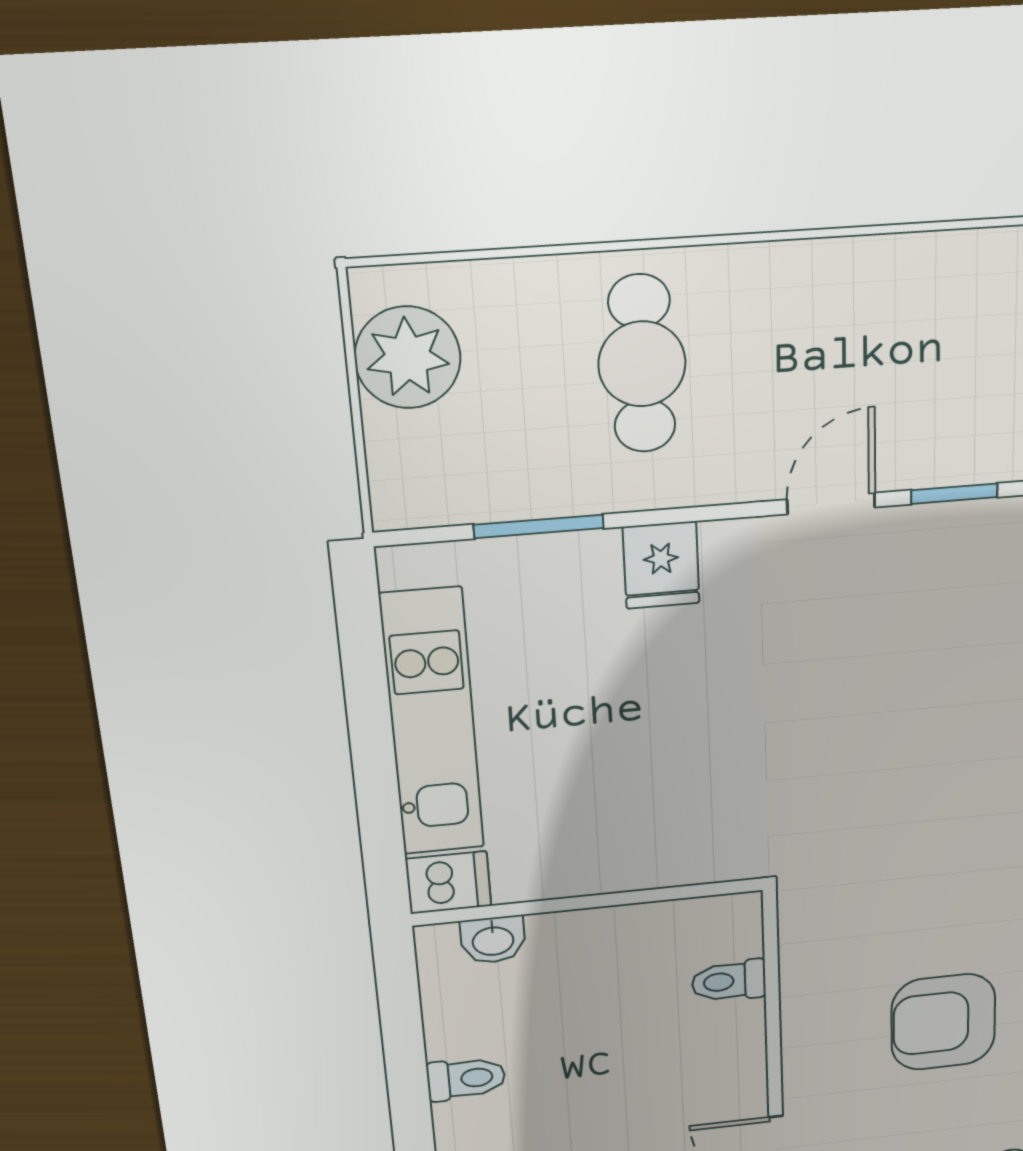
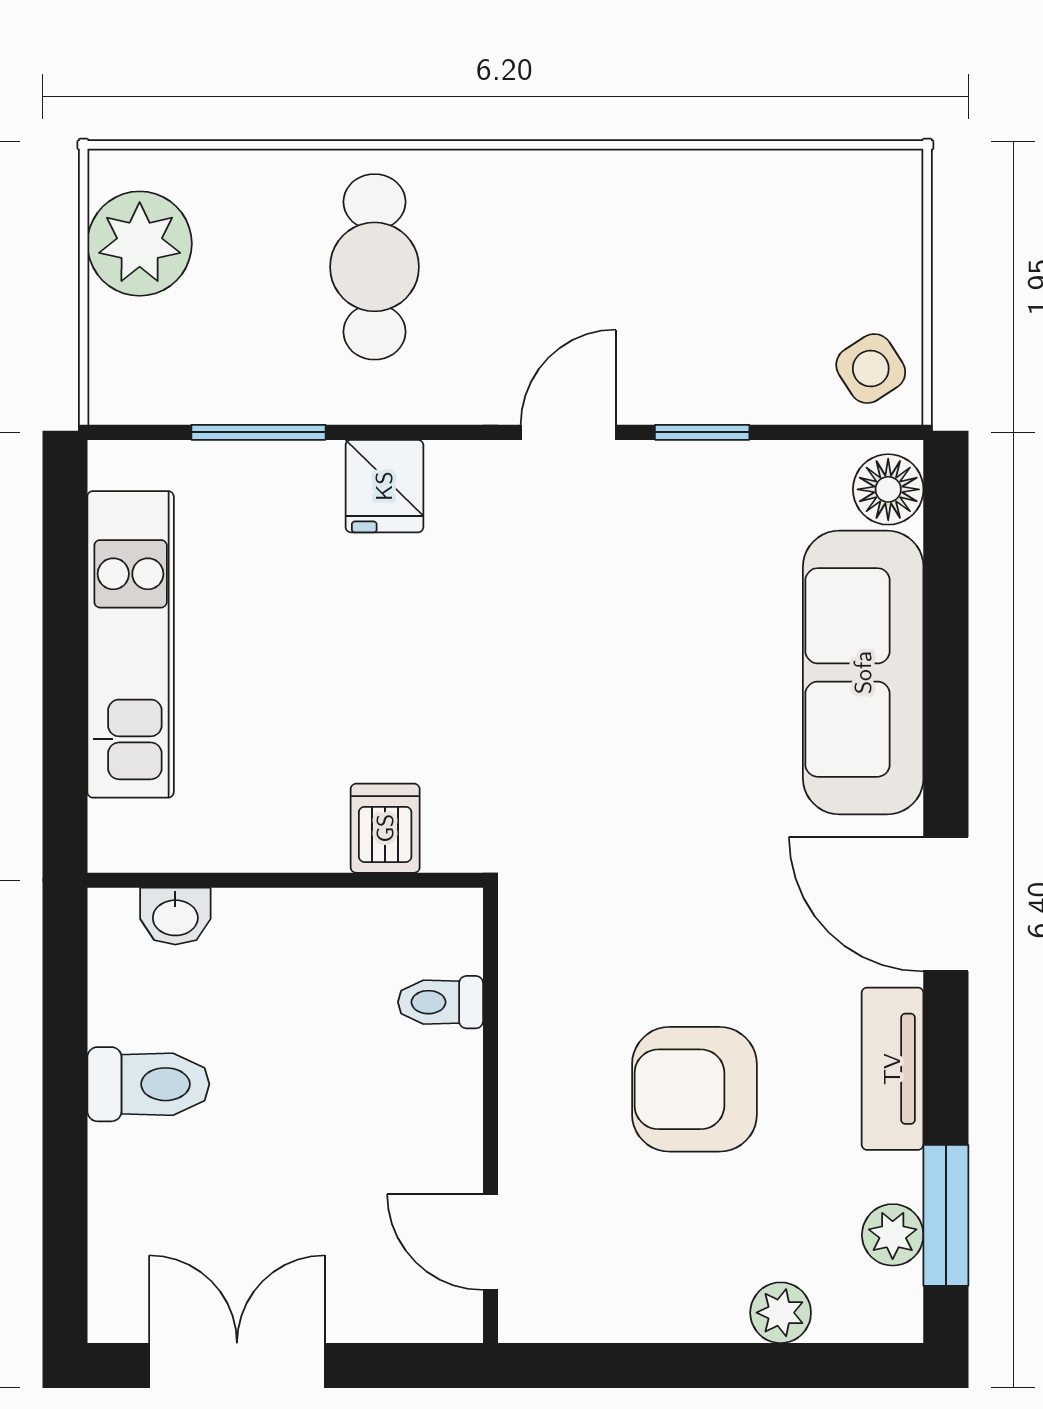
dishwasher: (448, 882) -> (385, 828), moved, turned -90
toilet: (466, 1079) -> (148, 1084), width x1.37, depth x1.39

